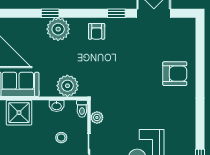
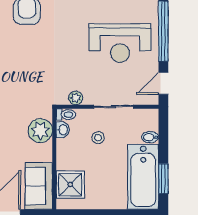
washbasin: (57, 106) -> (63, 130), moved

